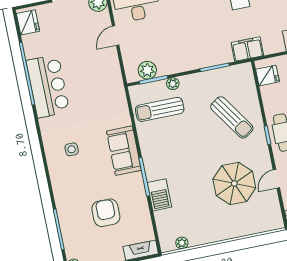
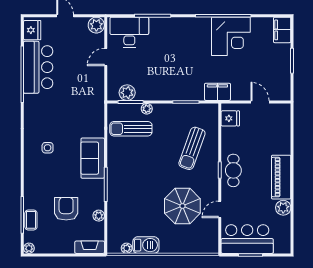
bar counter: (48, 86) -> (38, 67), moved
sun lounger: (232, 117) -> (192, 148), turned 54
barbecue: (159, 195) -> (146, 245), moved, turned -90
plant: (144, 213) -> (99, 216), added
coffee table: (69, 233) -> (31, 220), added

